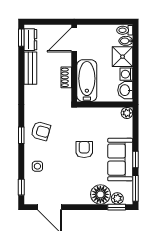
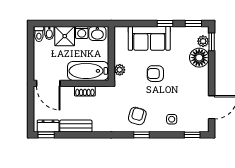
plant: (127, 113) -> (120, 70), moved
sofa: (120, 160) -> (149, 38), moved
window: (135, 188) -> (193, 24), width x0.67

